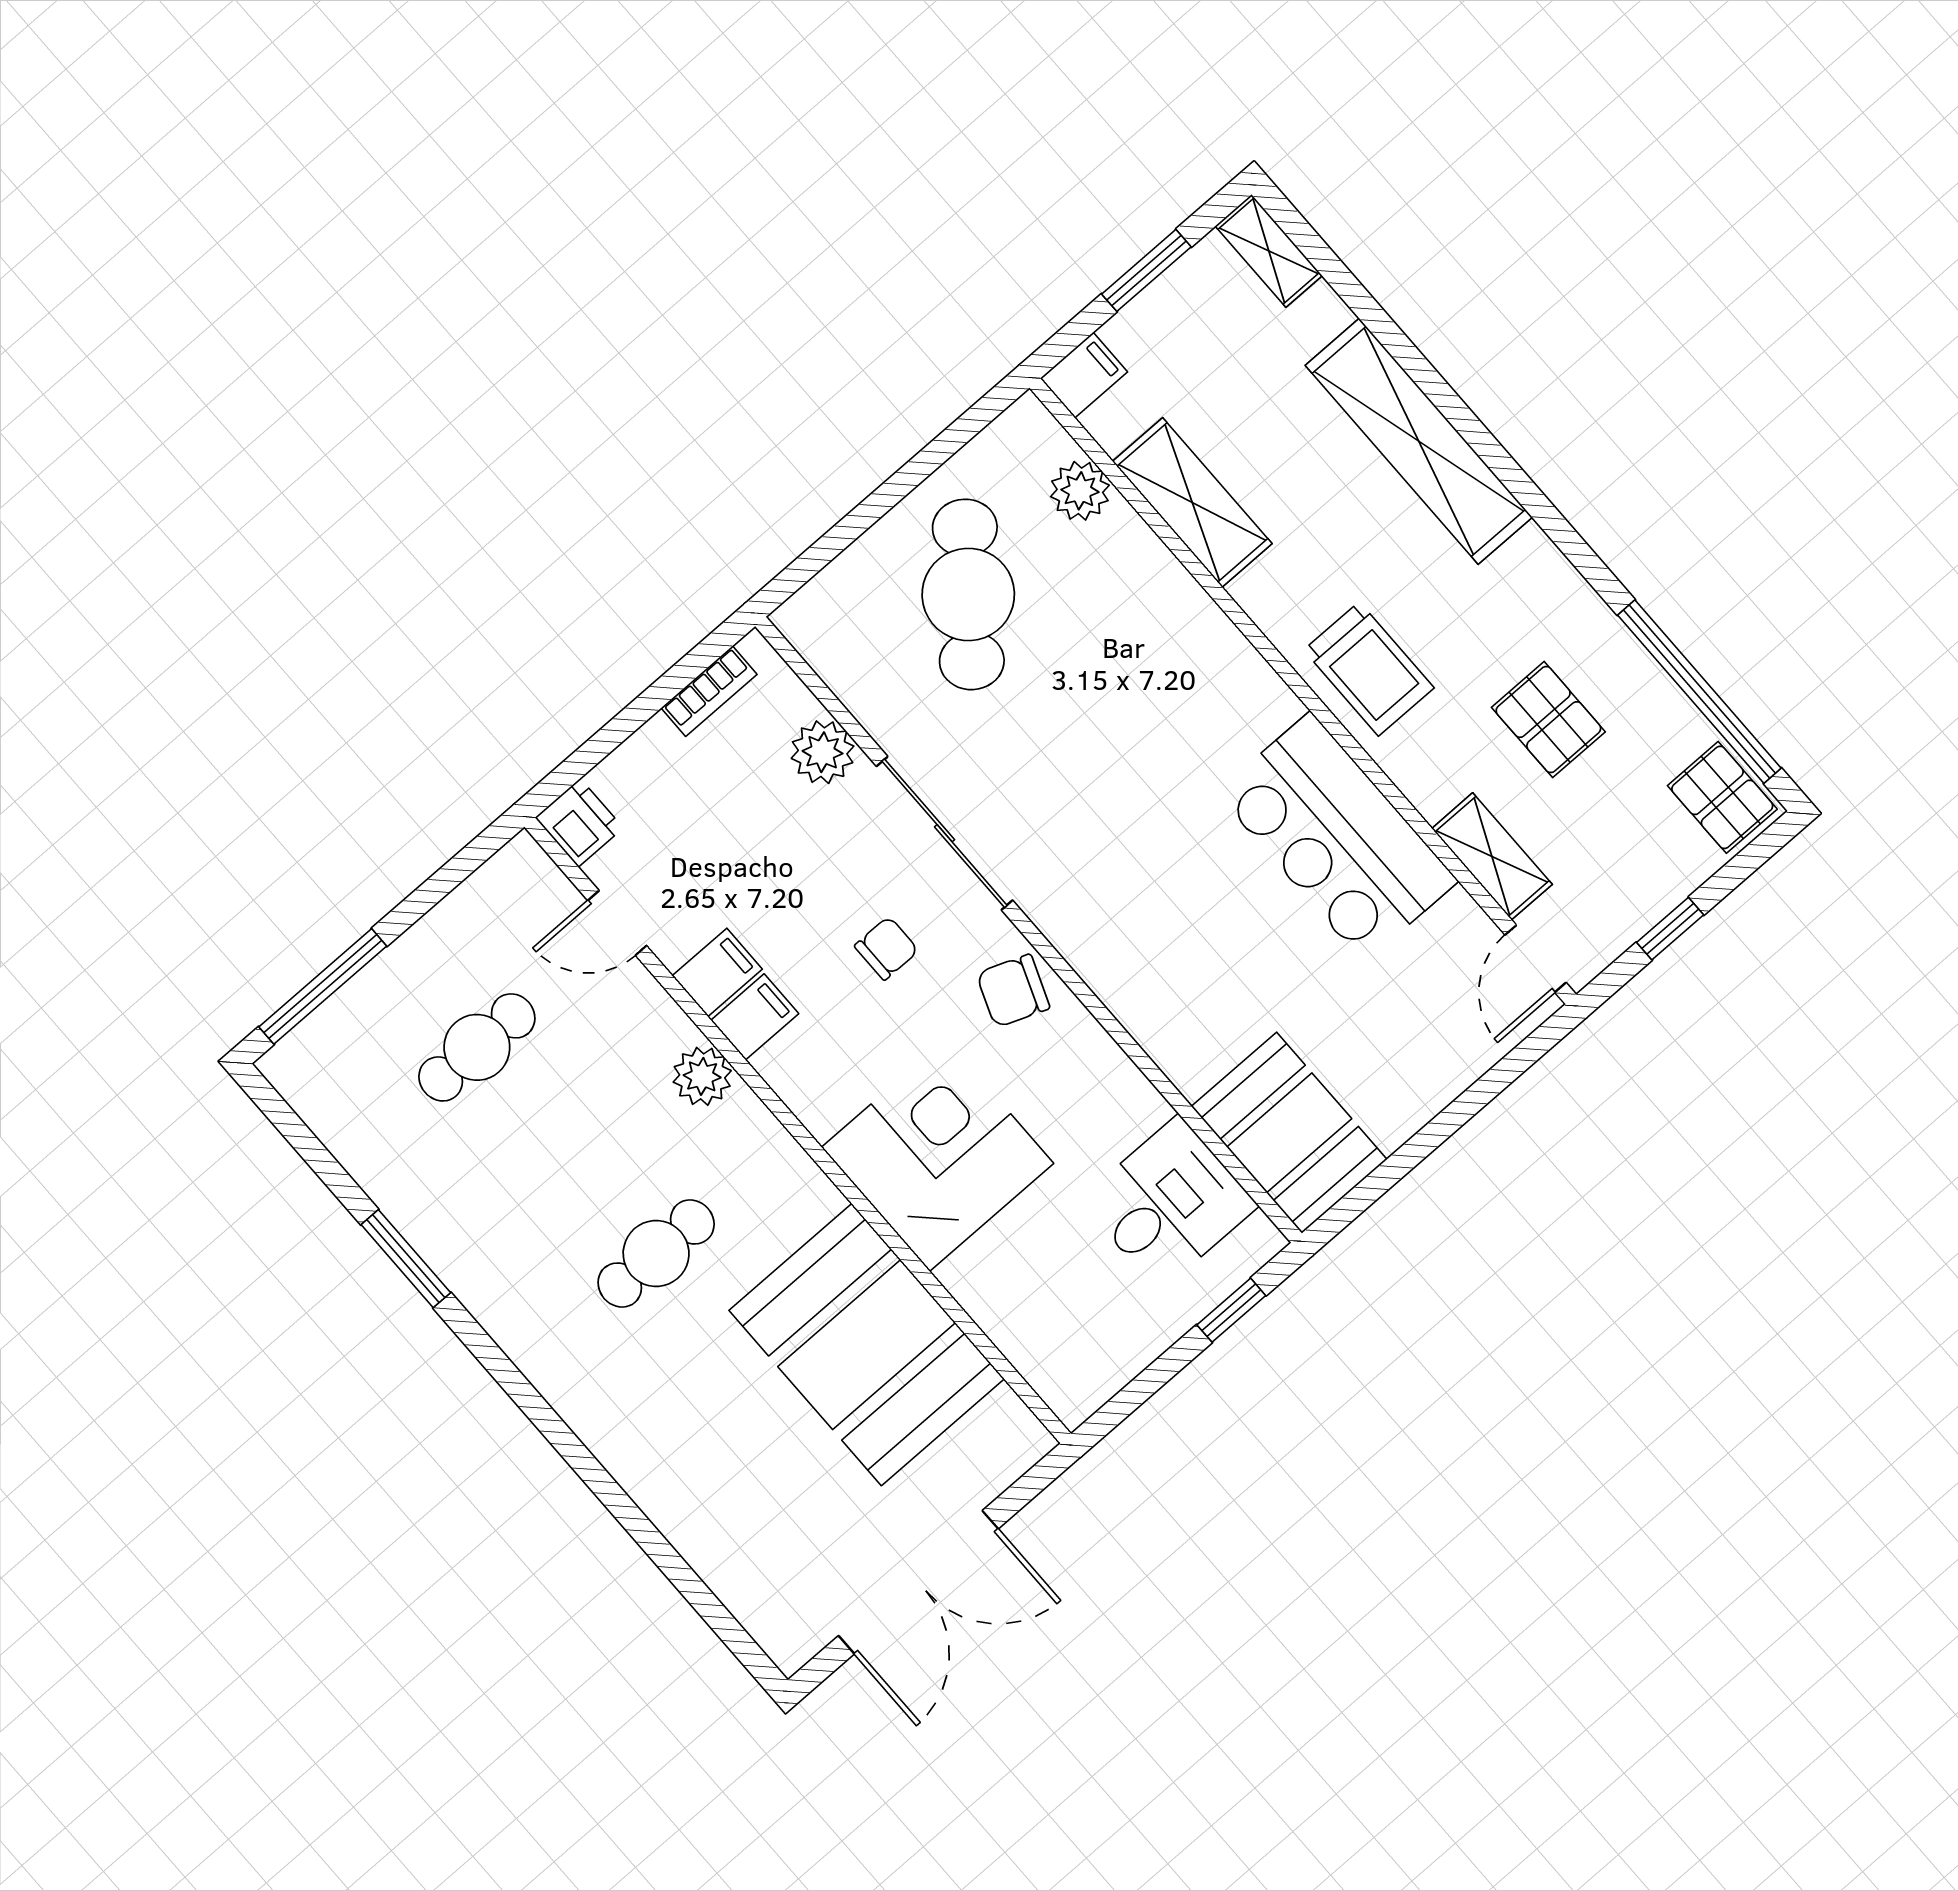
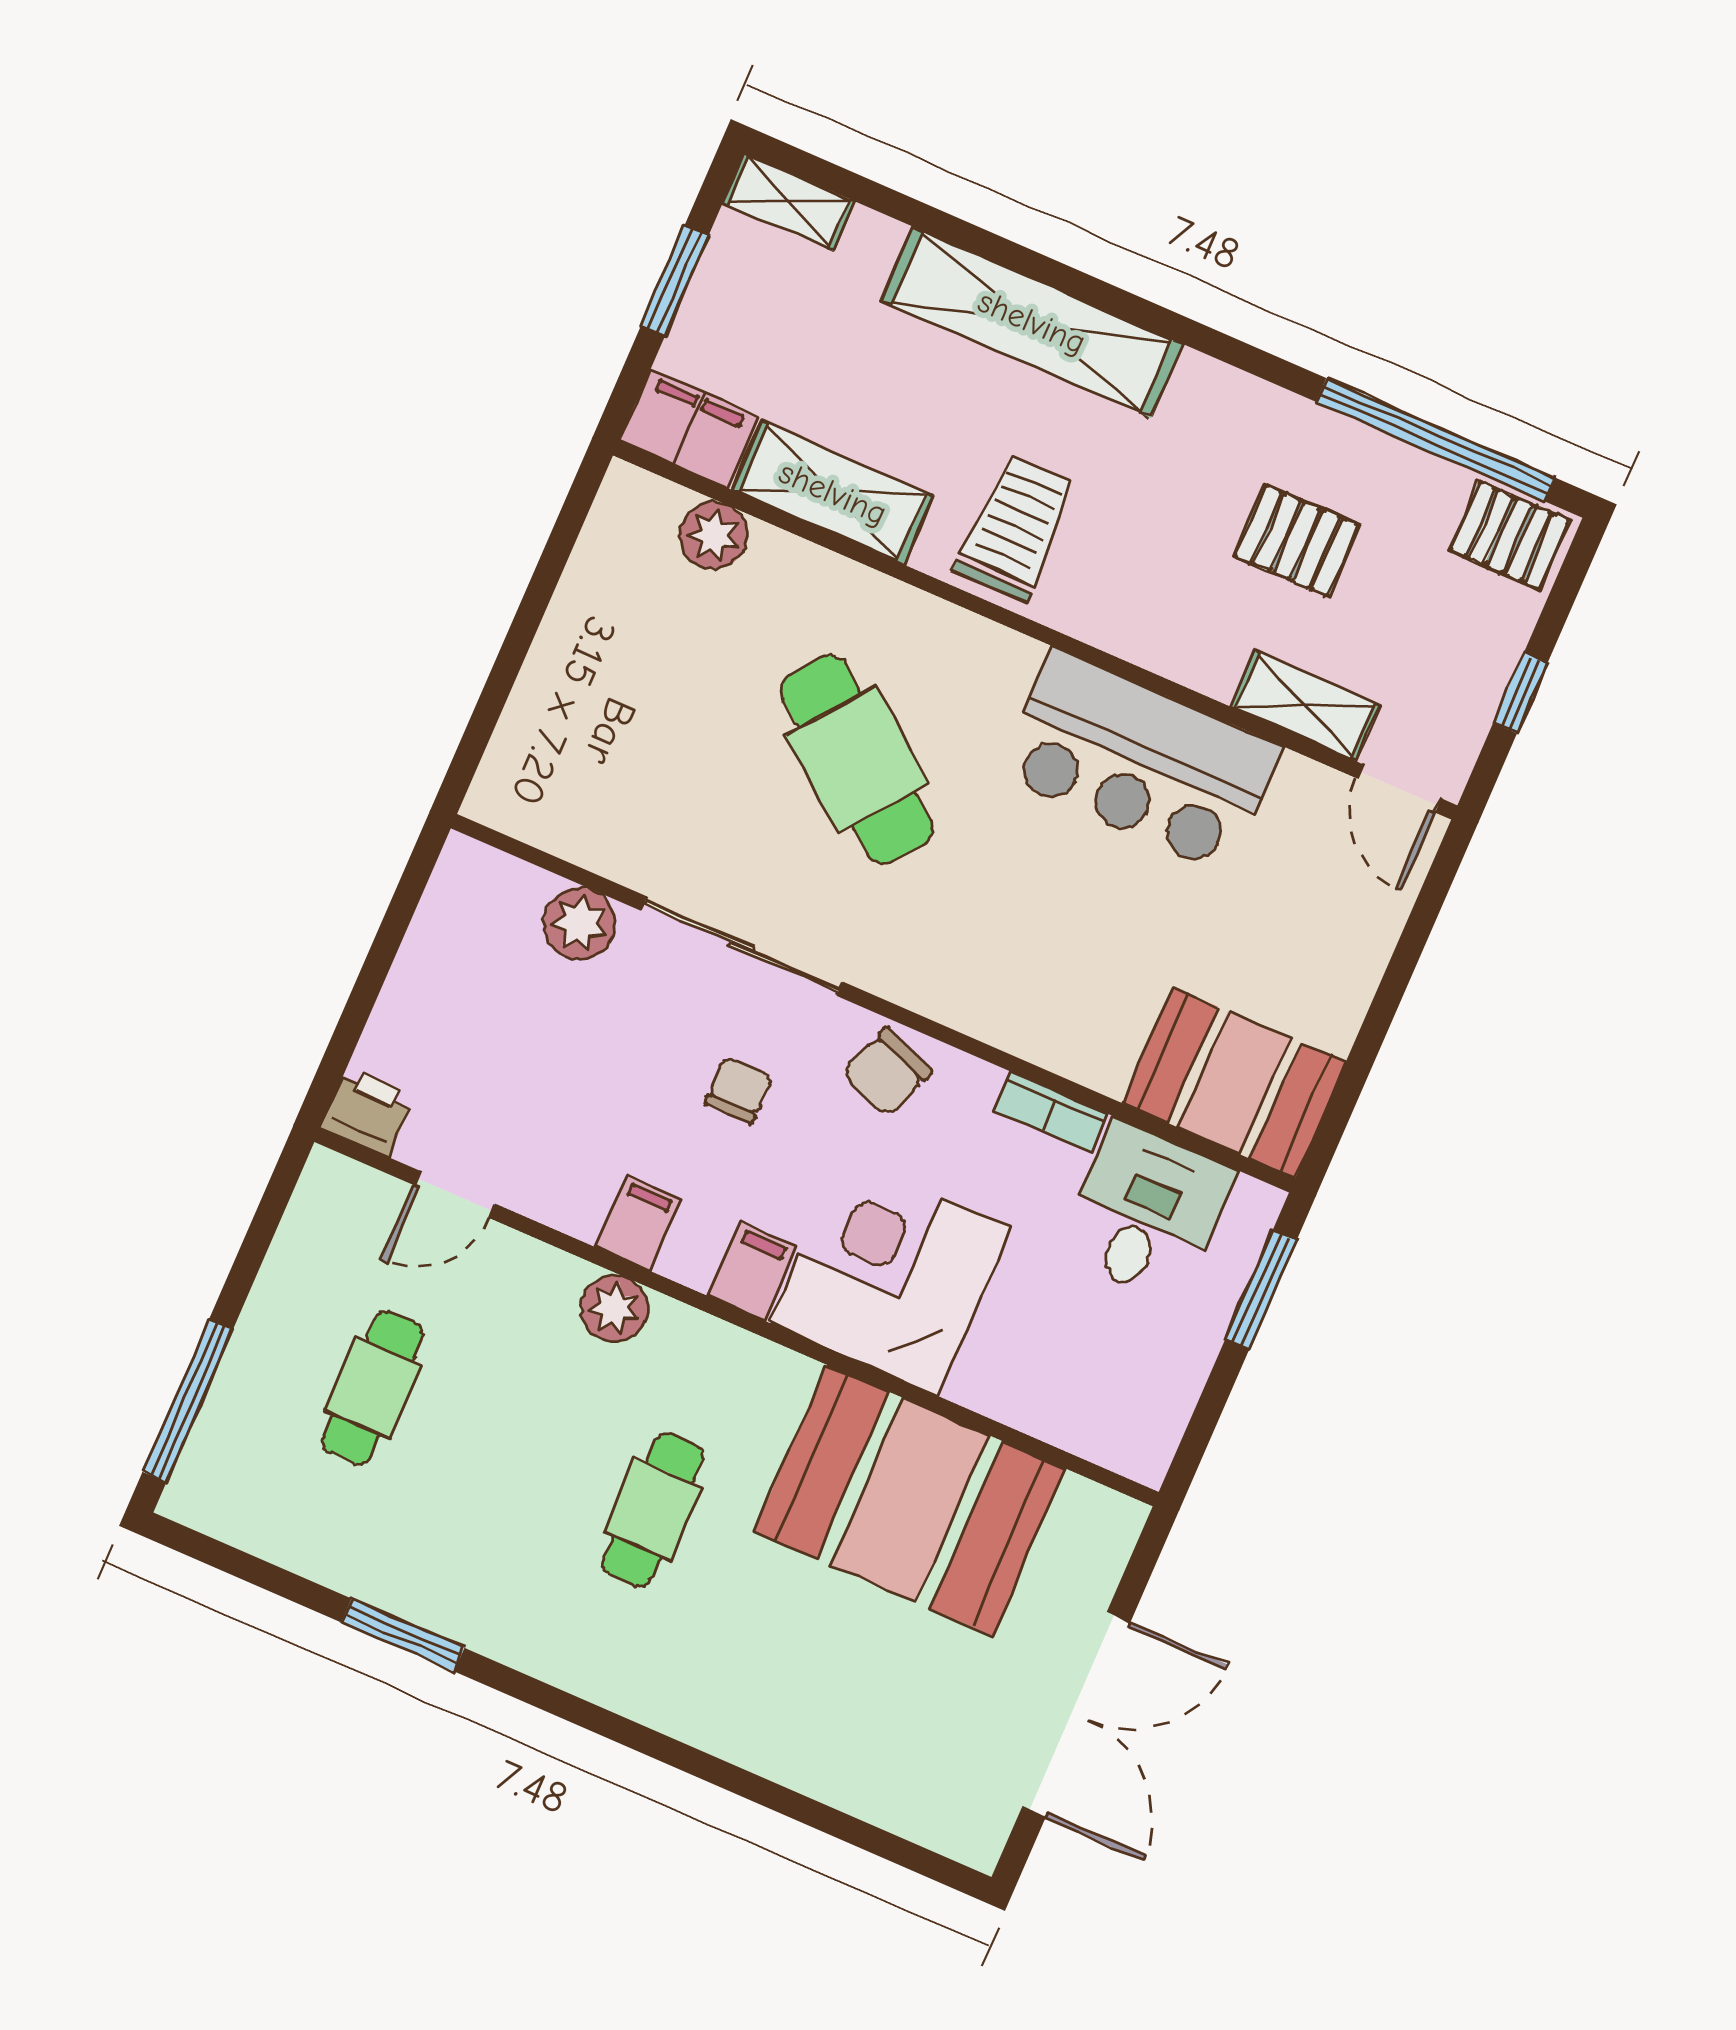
filing cabinet: (1084, 375) -> (689, 428), width x2.00
cafe table: (968, 594) -> (857, 760), moved
trolley: (1369, 669) -> (1015, 528), moved, turned -90
bookcase: (709, 691) -> (1051, 1112), moved, turned 90
filing cabinet: (717, 972) -> (752, 1271), moved
window: (1231, 1310) -> (1261, 1290), width x1.50

